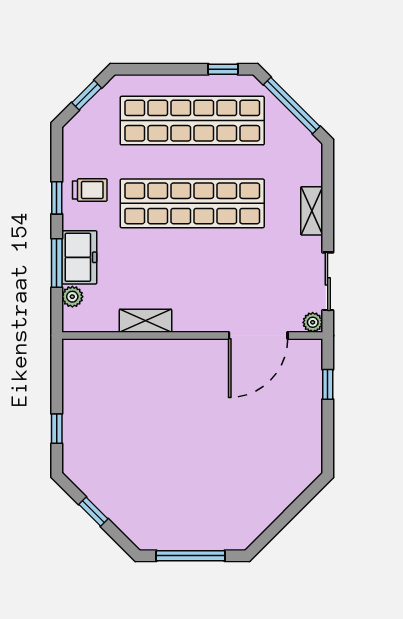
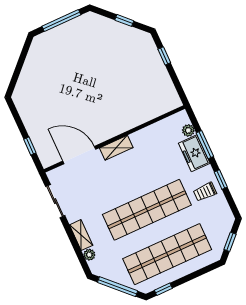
shelving: (145, 321) -> (116, 148), moved
plant: (313, 322) -> (89, 255), moved
door: (258, 336) -> (79, 155), hinge flipped

